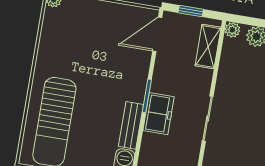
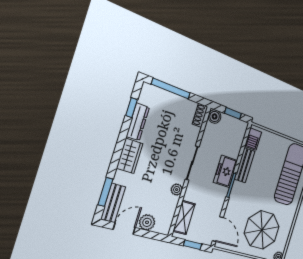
plant: (232, 30) -> (177, 190), moved
door: (157, 34) -> (218, 229), hinge flipped
parasol: (88, 38) -> (262, 230), added

